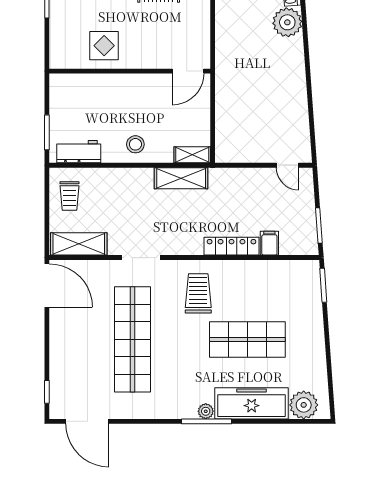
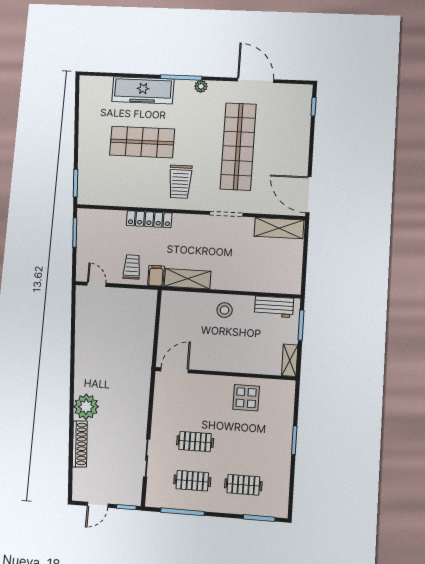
shelving: (192, 155) -> (290, 360), moved, turned 90
trolley: (70, 196) -> (132, 267), moved
filing cabinet: (269, 243) -> (156, 276), moved, turned 180
plant: (304, 405) -> (100, 87), removed
plant: (206, 411) -> (201, 86), moved
door: (87, 421) -> (256, 80), moved

